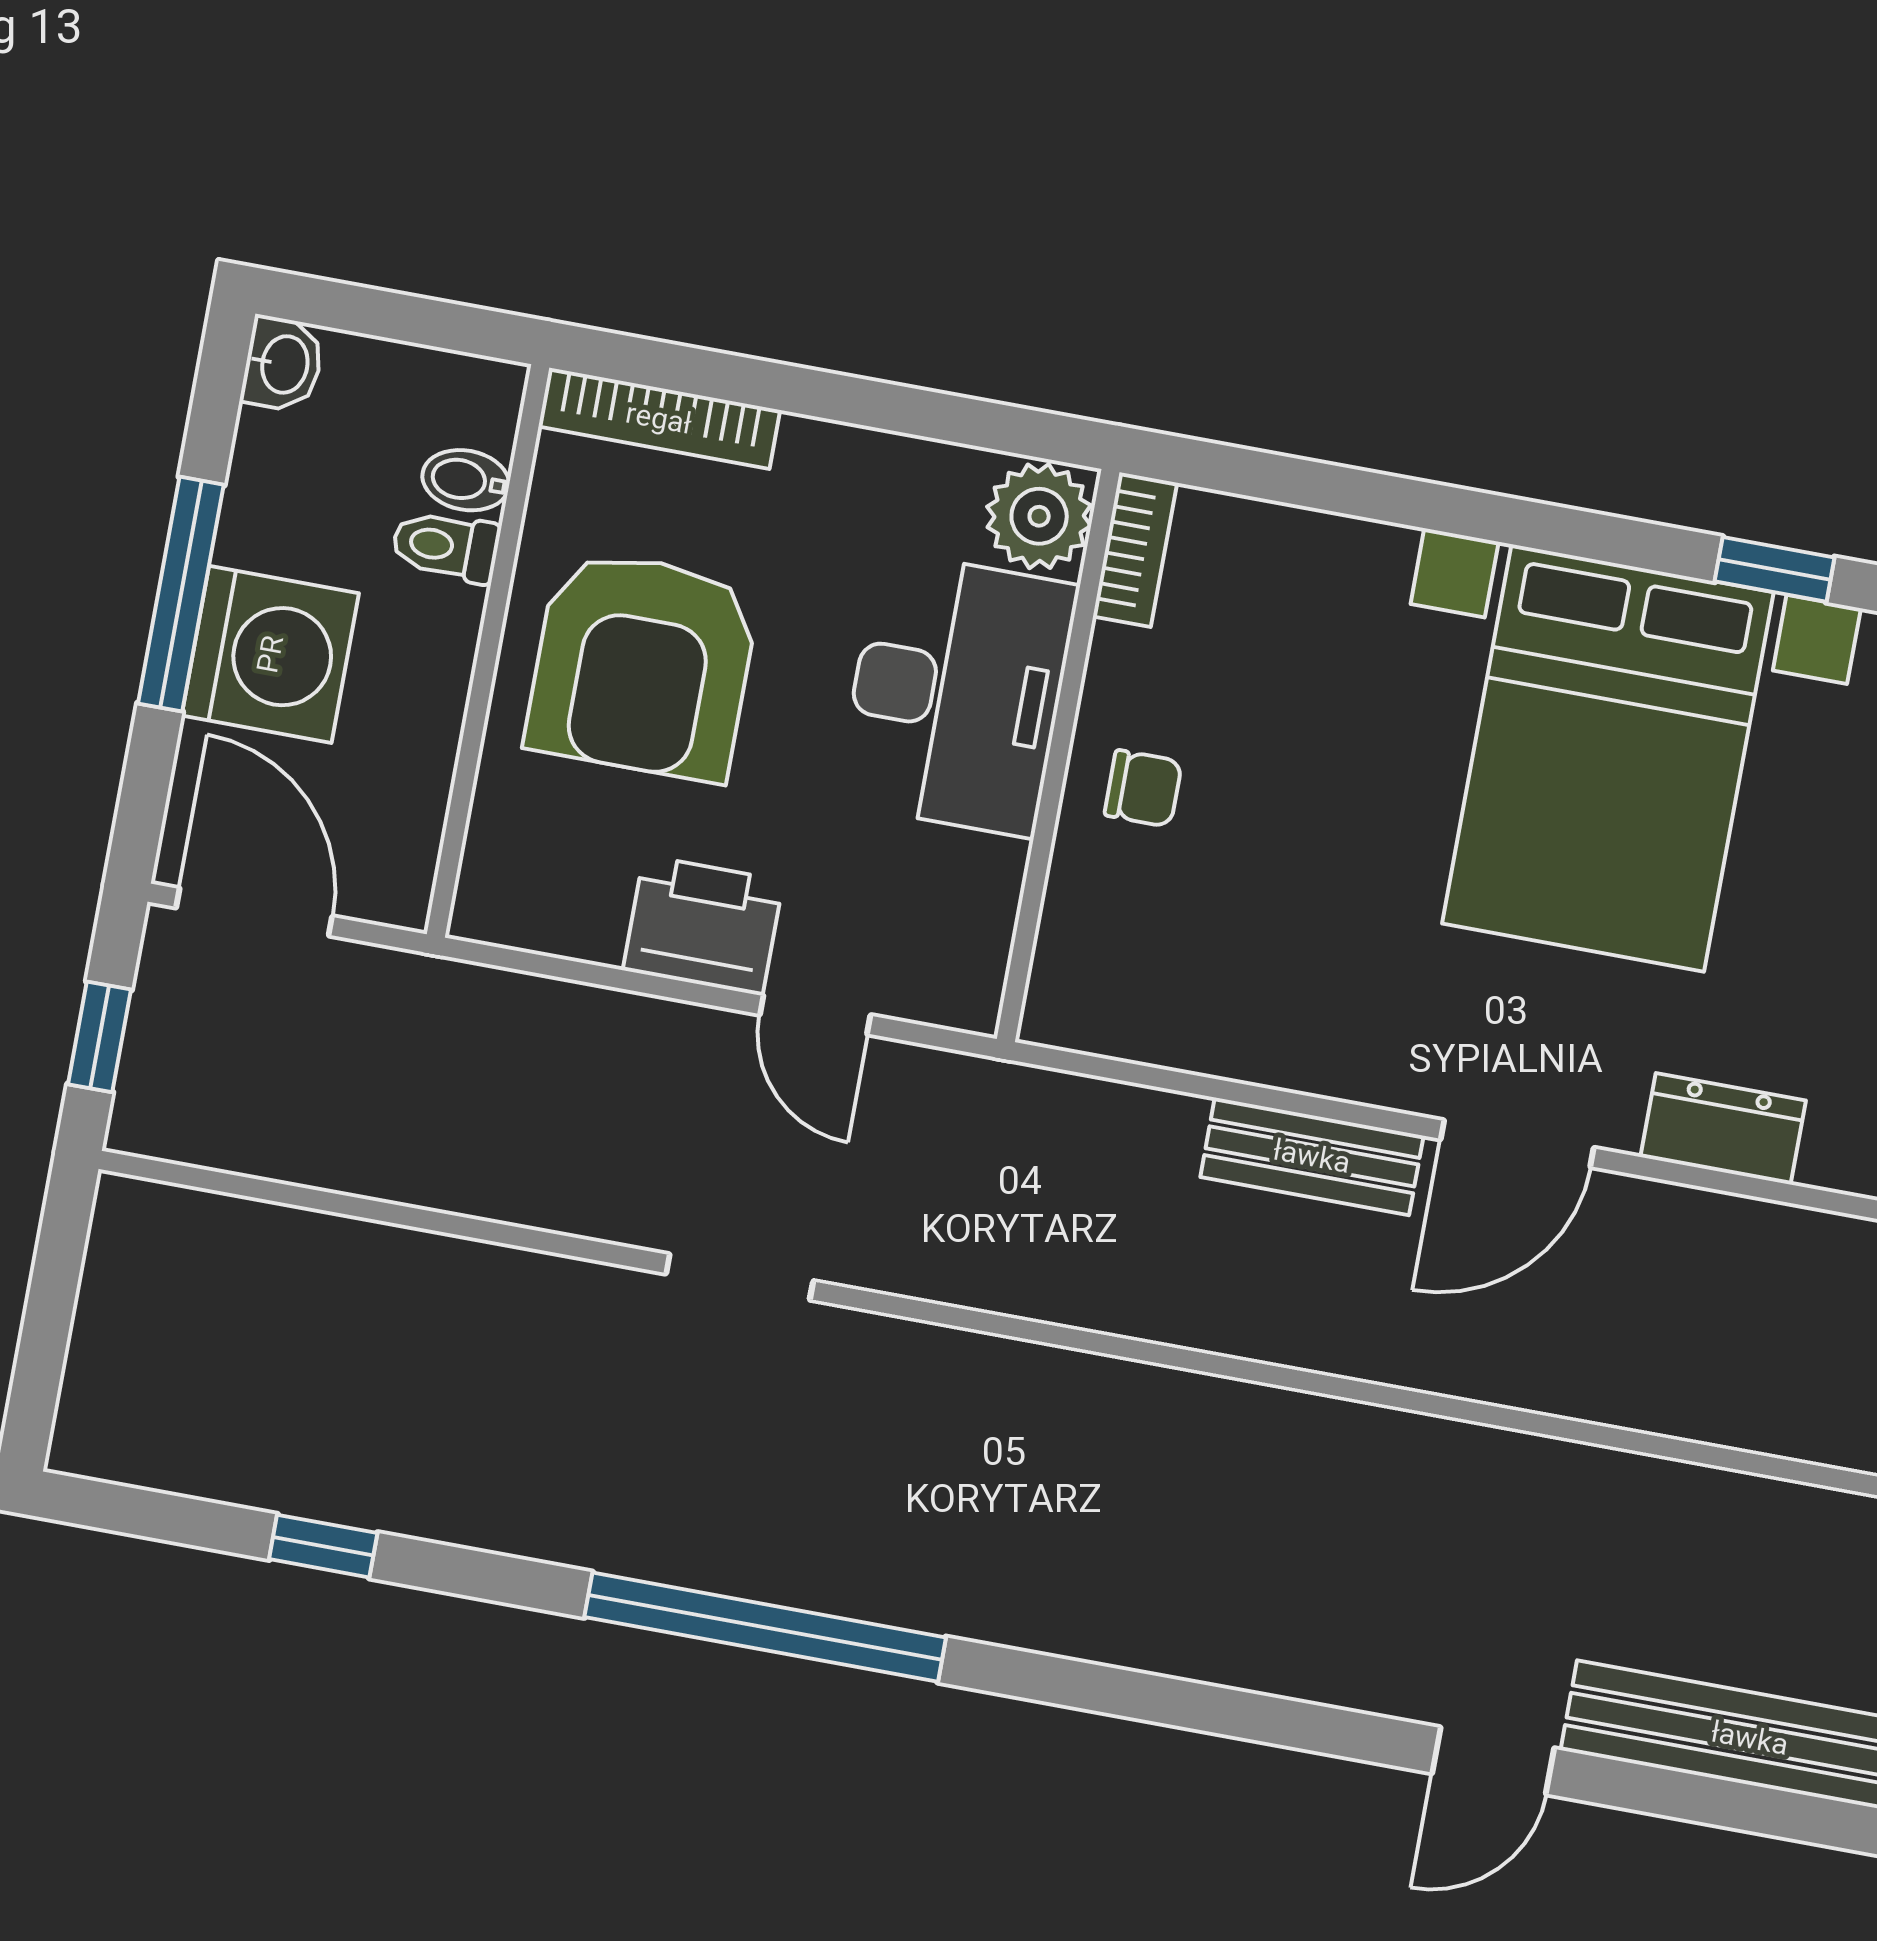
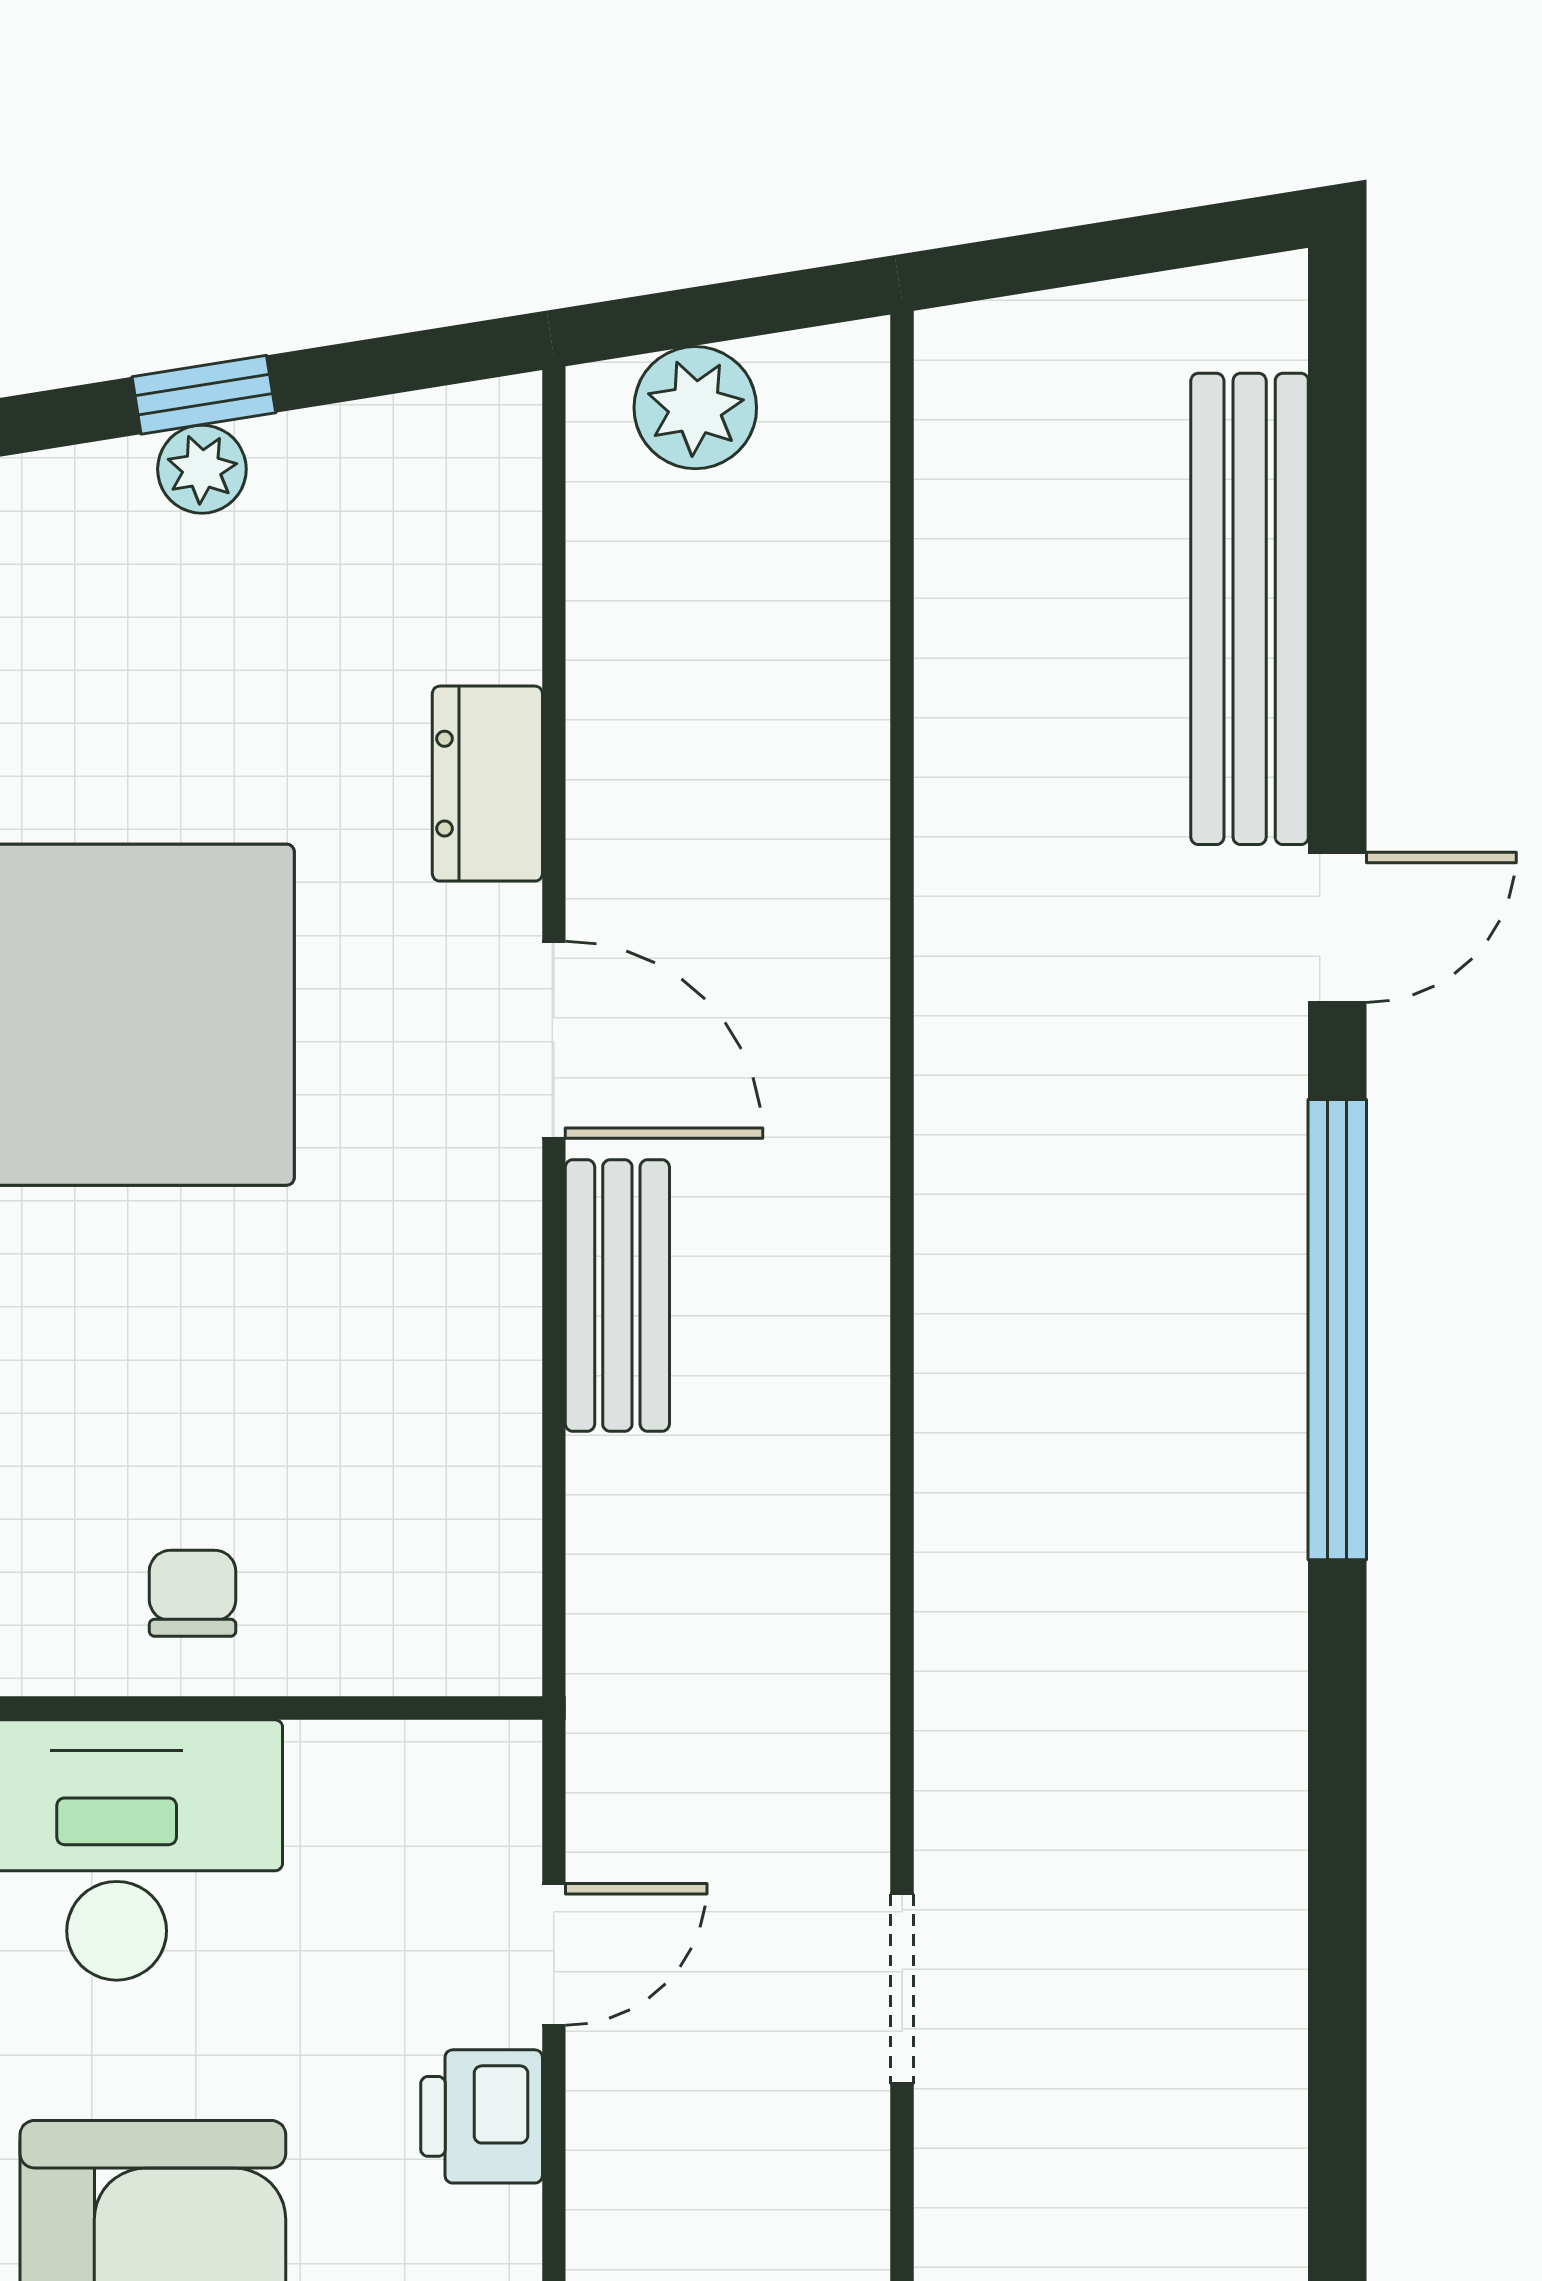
printer: (703, 925) -> (482, 2116), width x0.73, depth x0.81
window: (765, 1627) -> (1337, 1330), moved
door: (1493, 1761) -> (1337, 927), hinge flipped

